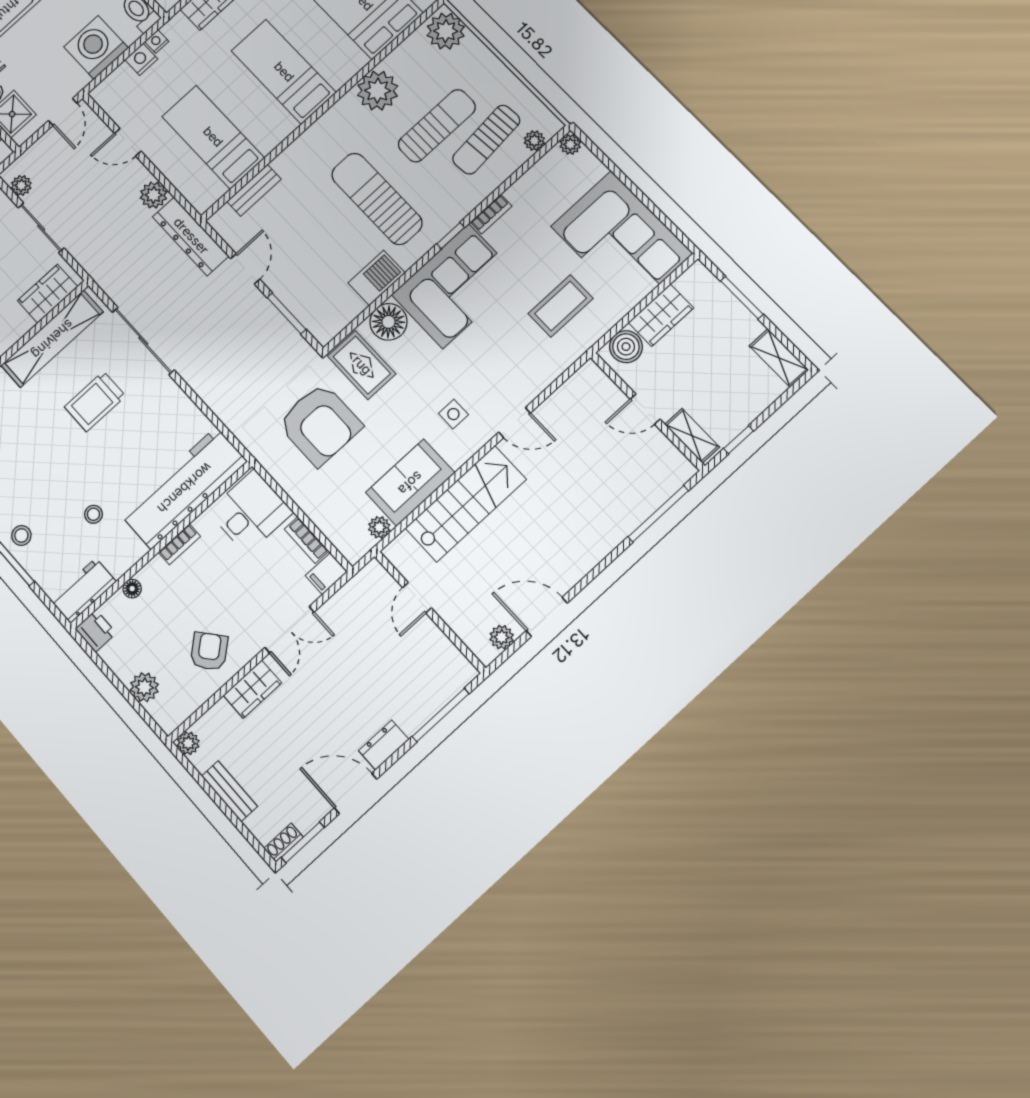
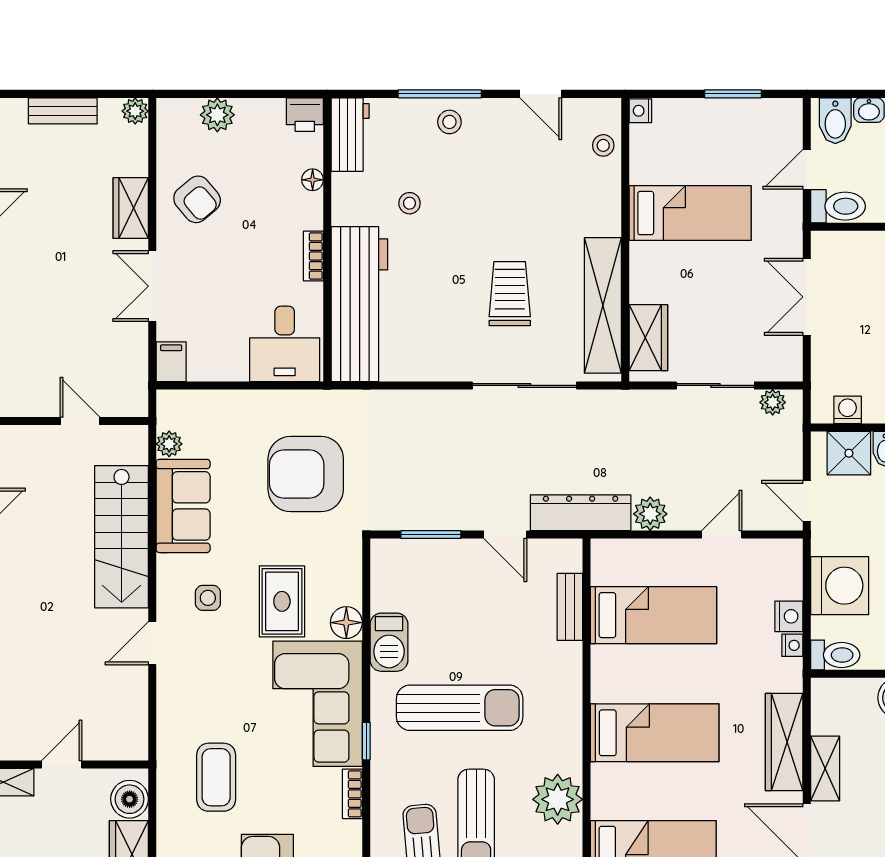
floor lamp: (388, 322) -> (346, 623), width x0.73, depth x0.73
rug: (362, 365) -> (282, 601), moved, turned 90
bookcase: (306, 540) -> (216, 371), removed

